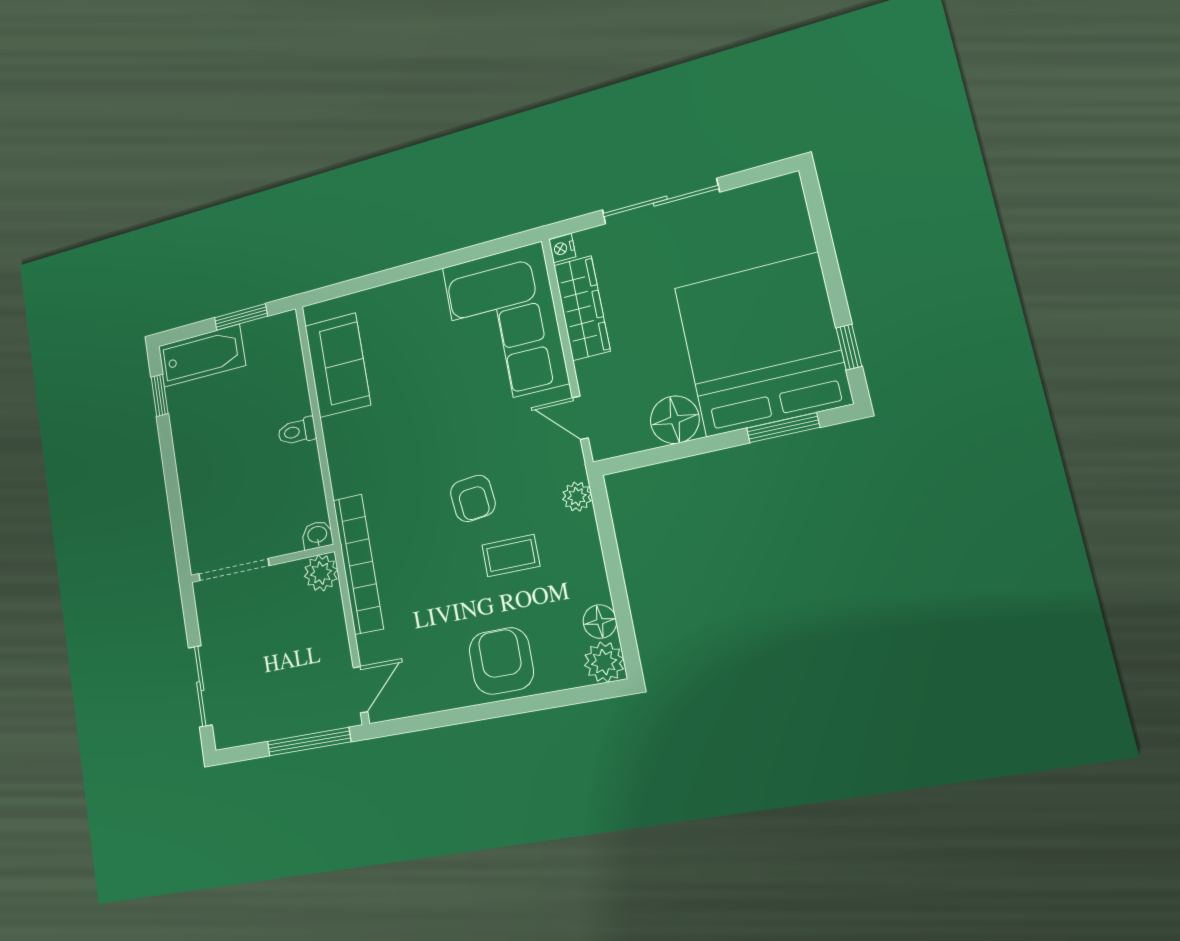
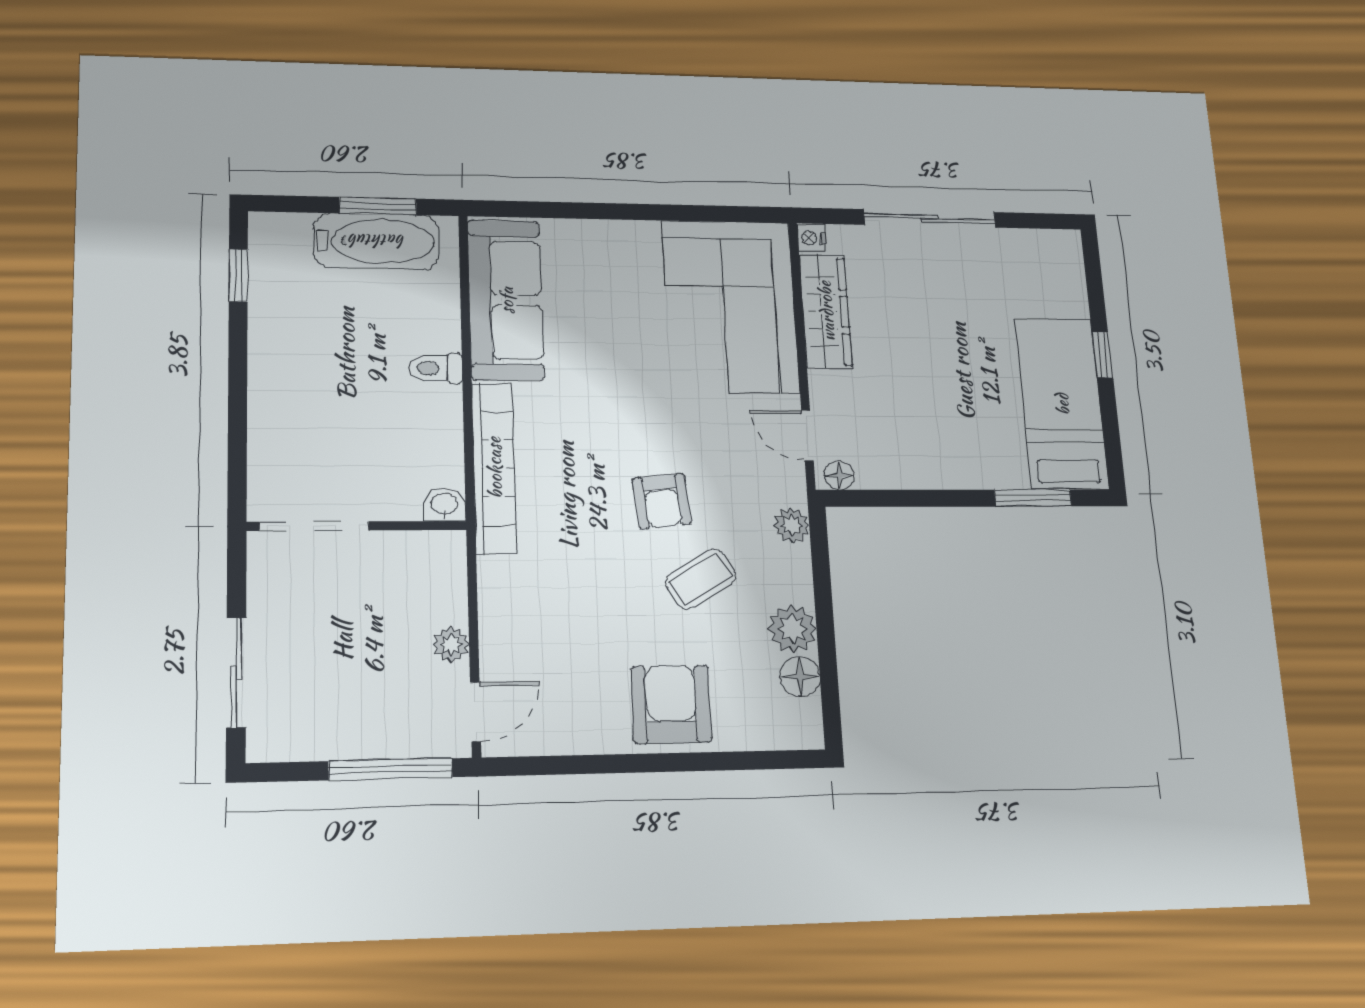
bed: (762, 345) -> (1062, 404), width x0.49
window: (849, 347) -> (1102, 355), moved
bathtub: (202, 356) -> (377, 241), moved
sofa: (338, 365) -> (506, 300), width x1.36
floor lamp: (675, 420) -> (839, 475), moved, width x0.53, depth x0.53
coffee table: (511, 556) -> (701, 579), turned -31
bookcase: (358, 564) -> (494, 468), moved
plant: (321, 573) -> (451, 644), moved, width x0.73, depth x0.73
plant: (604, 662) -> (793, 629), moved

